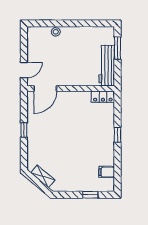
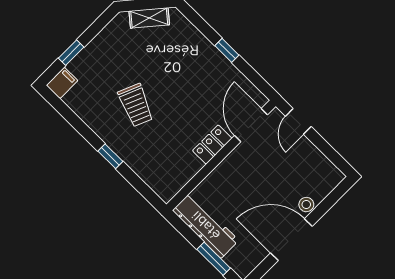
door: (77, 23) -> (291, 240), added
locker: (103, 97) -> (212, 145), moved
trolley: (85, 145) -> (136, 105), added
filing cabinet: (107, 172) -> (62, 83), moved

